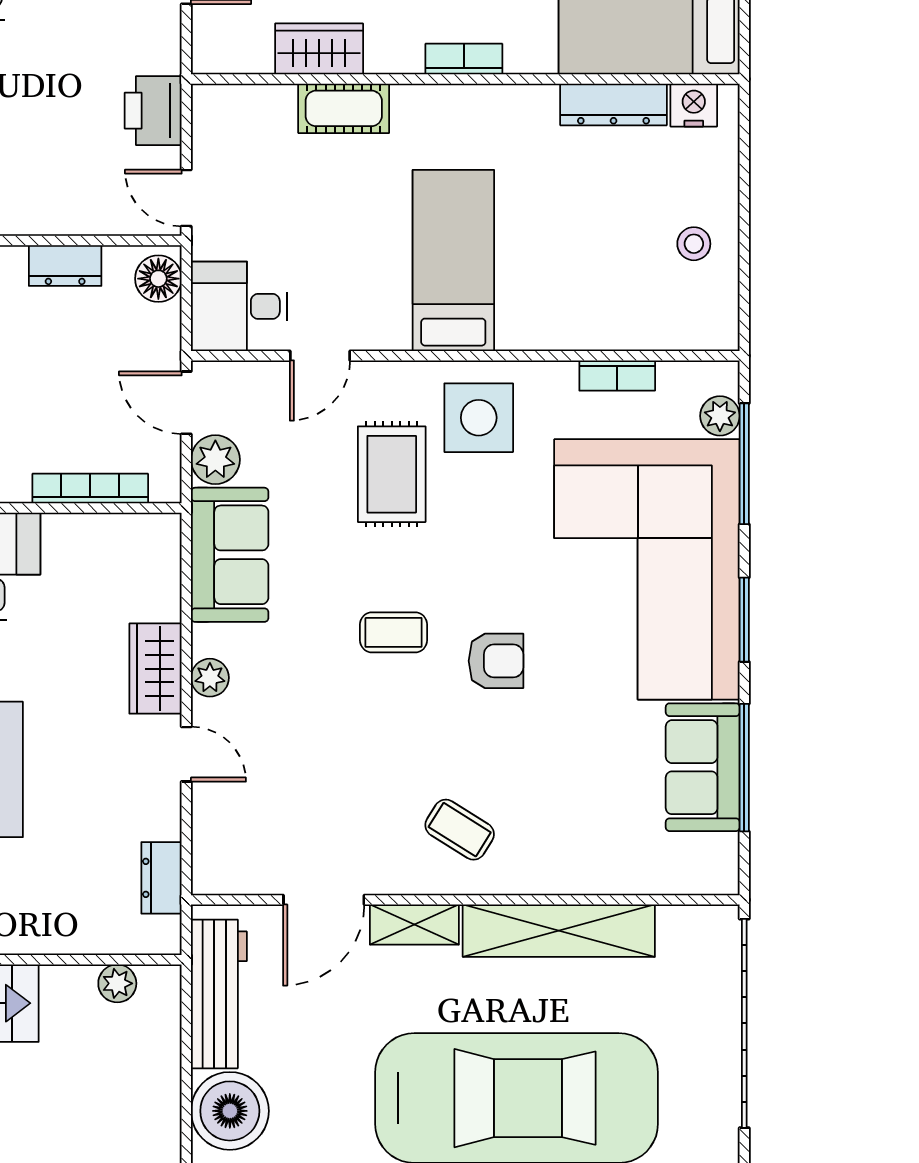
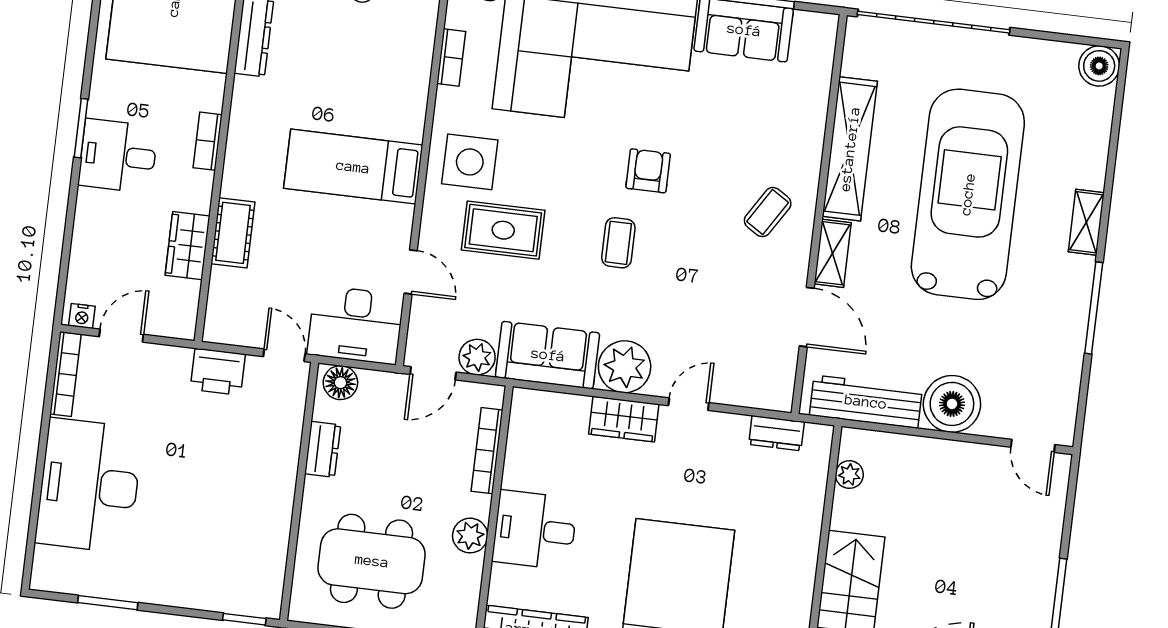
door: (186, 198) -> (284, 355), swing flipped
desk: (239, 306) -> (356, 325), width x1.37
plant: (210, 678) -> (625, 367), width x1.88, depth x1.88

